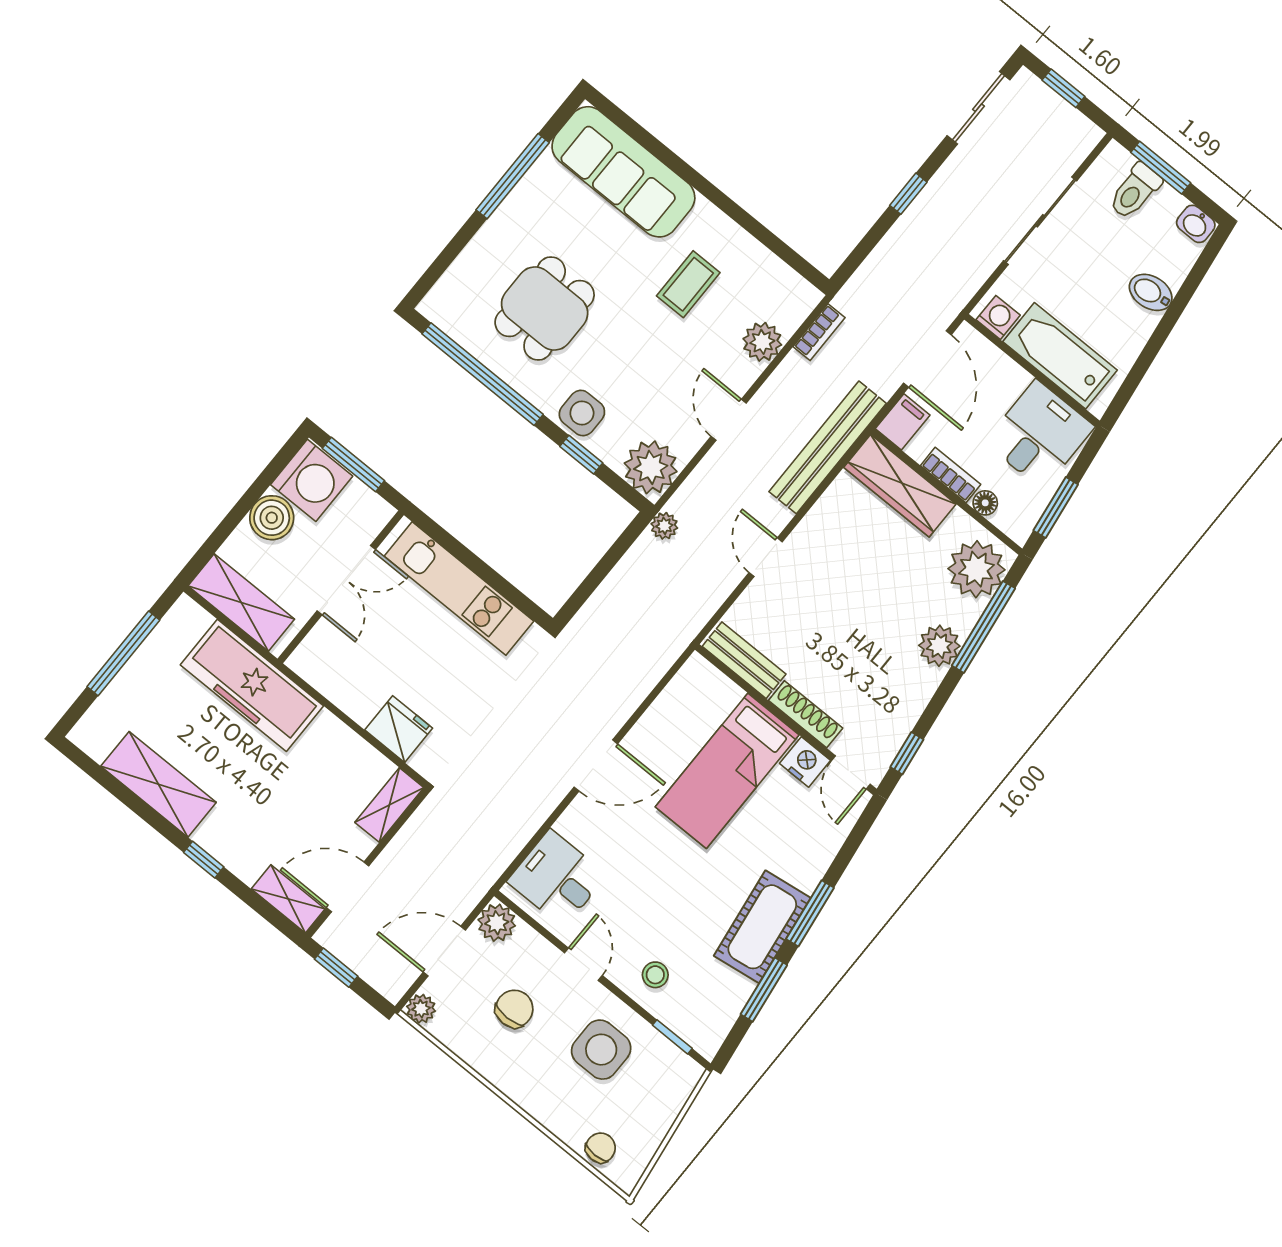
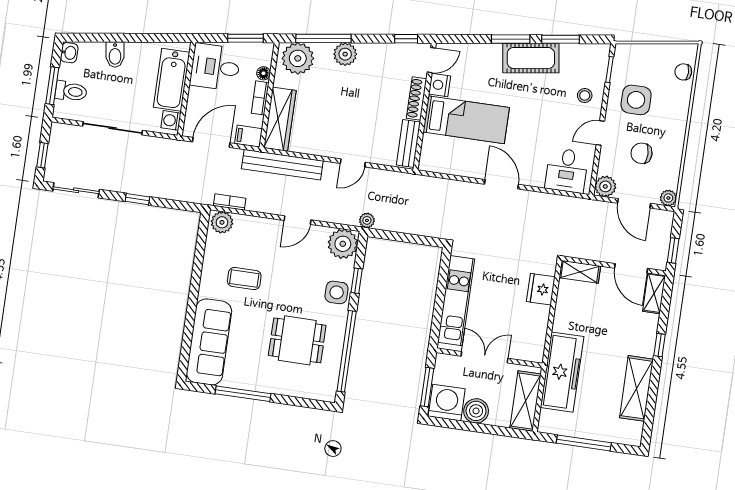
plant: (762, 342) -> (222, 222), moved

